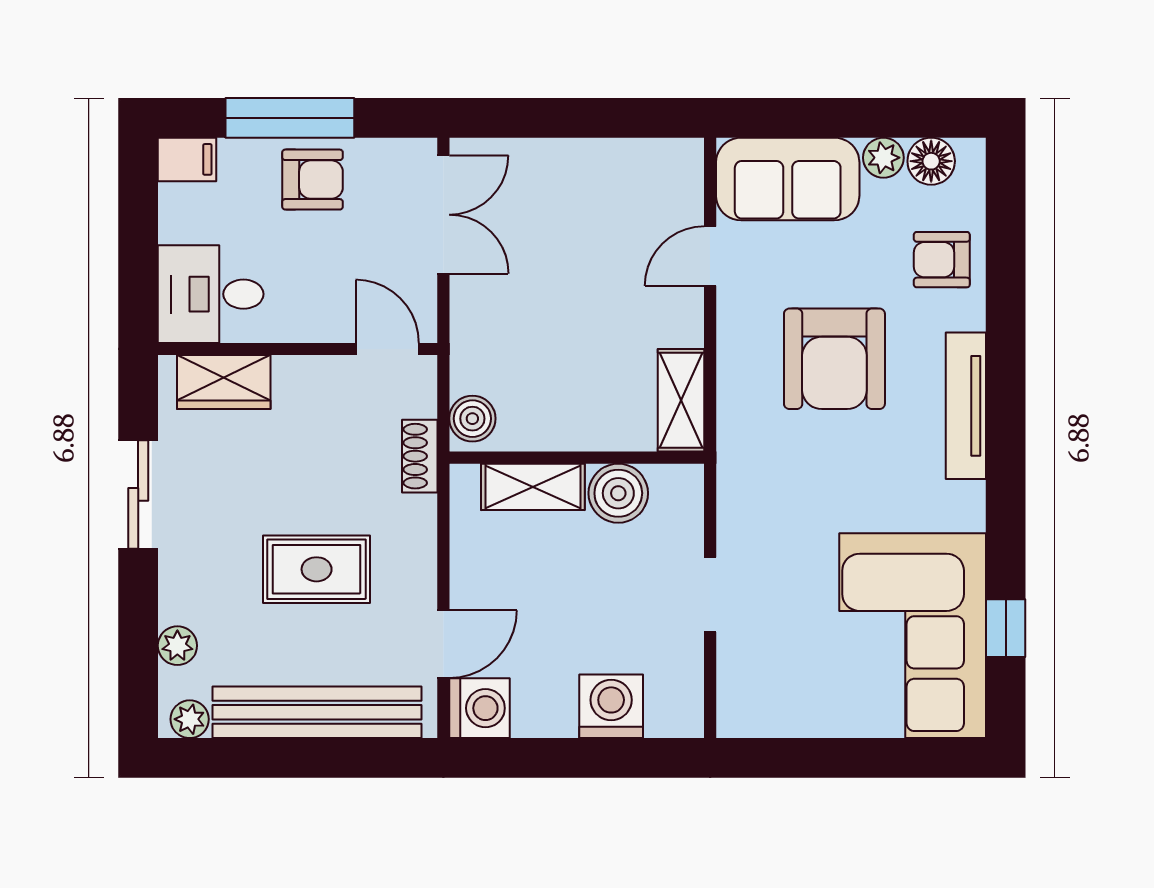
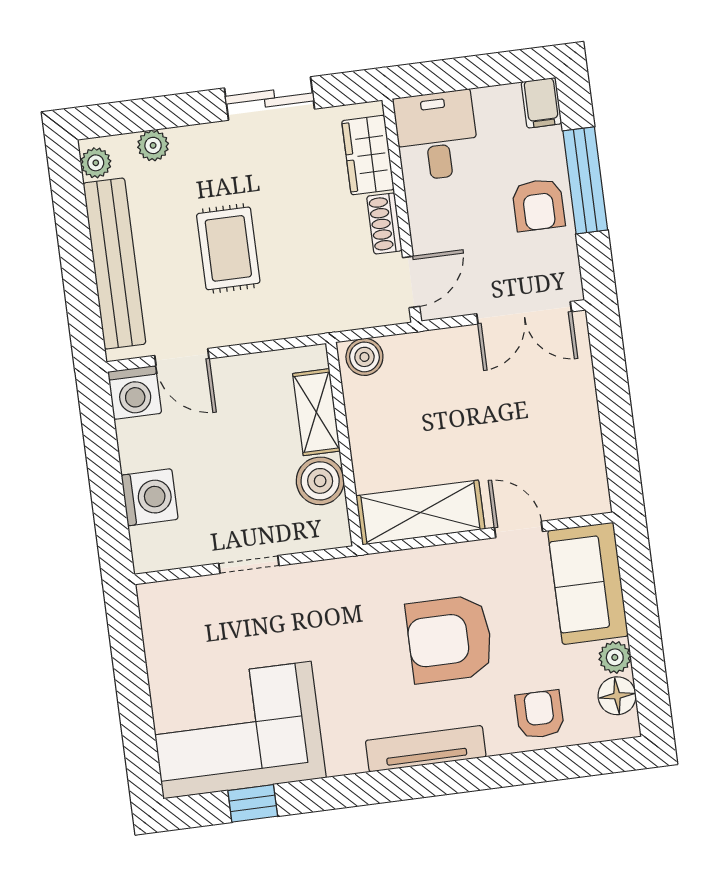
shelving: (681, 400) -> (420, 512), width x1.50, depth x1.33
shoe rack: (420, 456) -> (384, 223), moved, turned -90

